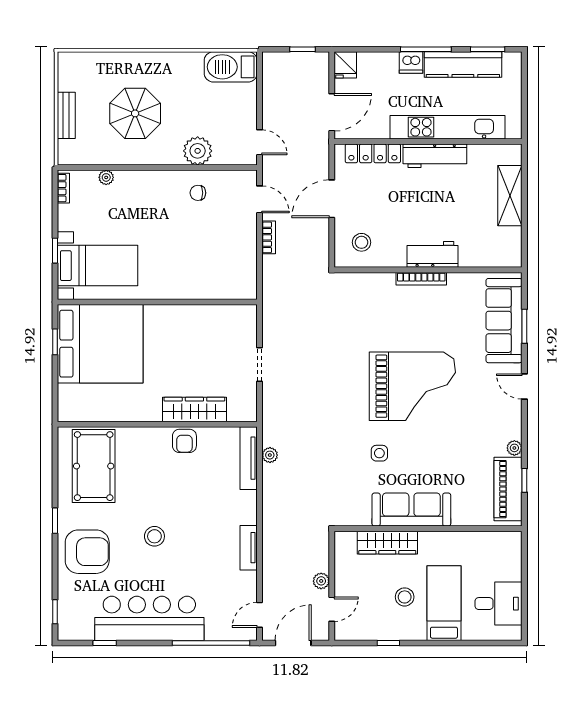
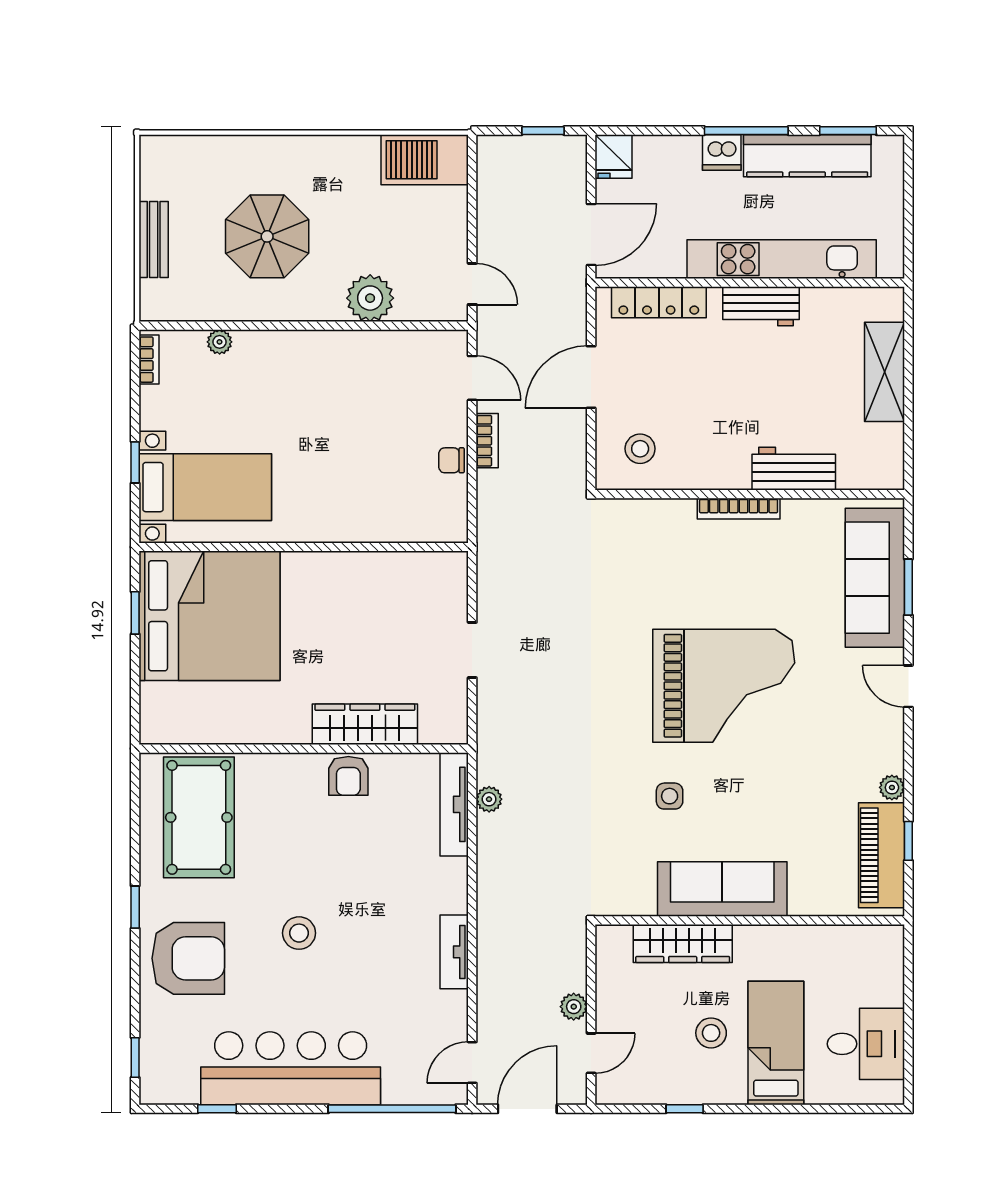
workbench: (435, 156) -> (761, 306), width x0.73
chair: (198, 193) -> (451, 460), moved
workbench: (433, 254) -> (794, 469), moved

